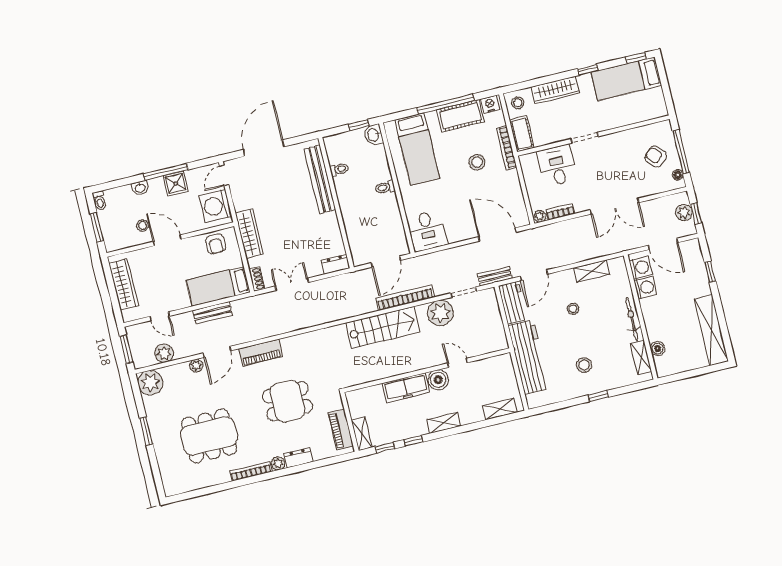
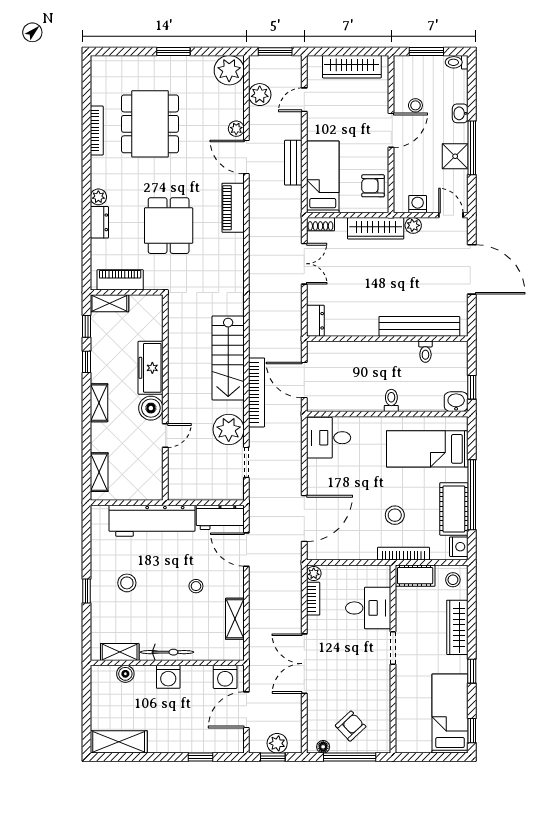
plant: (240, 204) -> (413, 225), added
washing machine: (215, 206) -> (418, 204), width x0.53, depth x0.53
bench: (495, 276) -> (256, 503), removed
washing machine: (645, 287) -> (168, 677), moved
shelving: (711, 330) -> (119, 742), width x0.68
bookcase: (251, 471) -> (97, 131), moved

